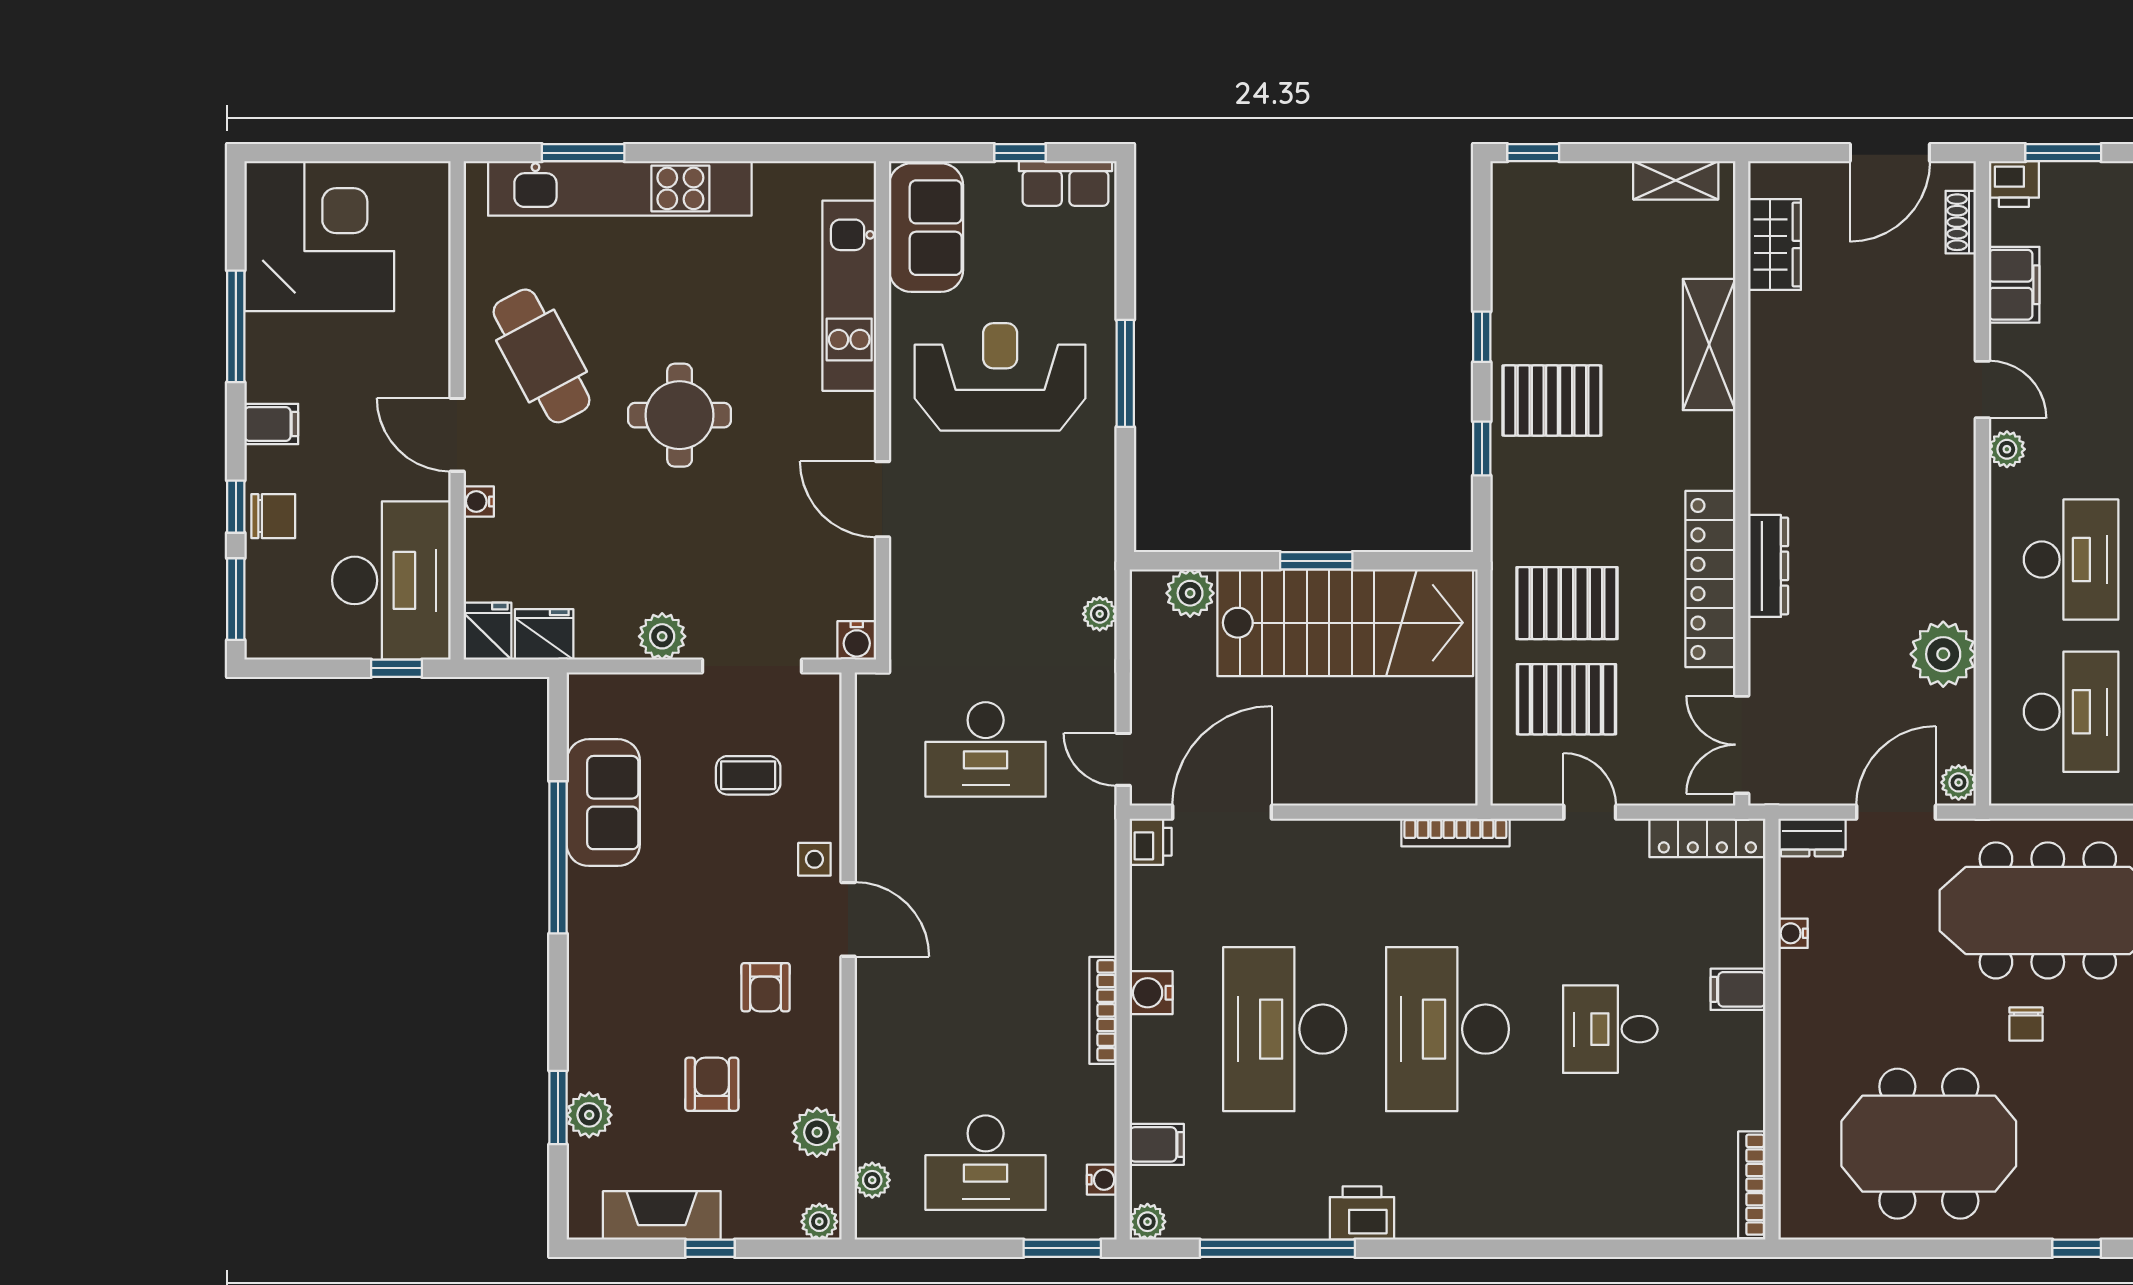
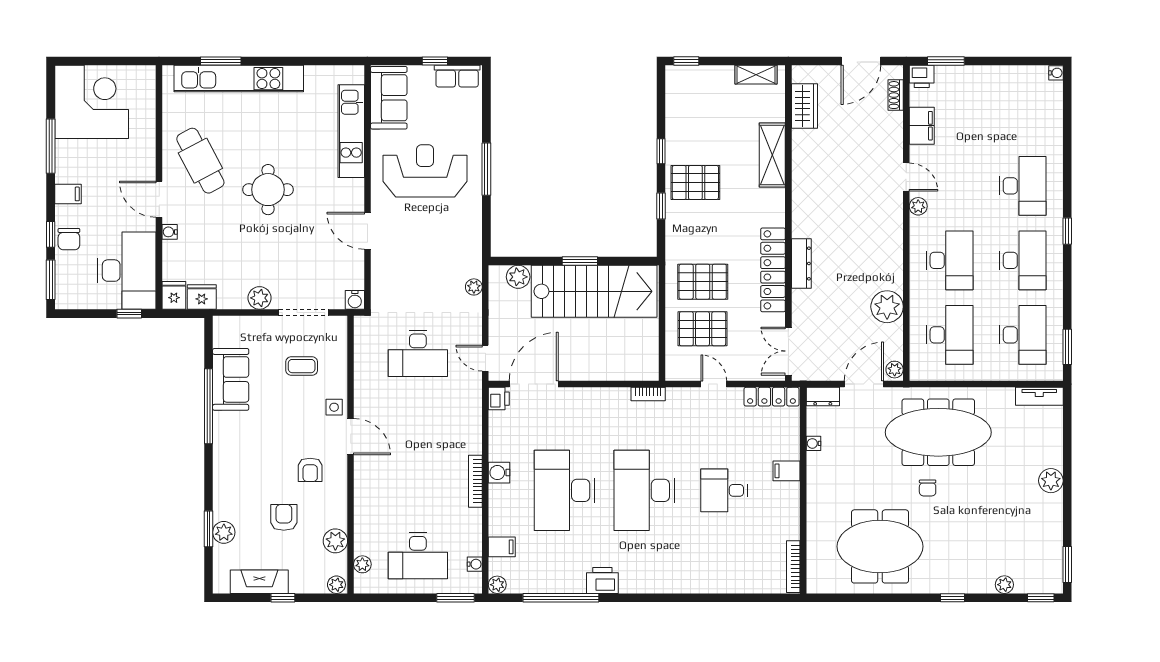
chair: (273, 516) -> (69, 239), turned 90
bookcase: (1455, 832) -> (648, 394), width x0.64

